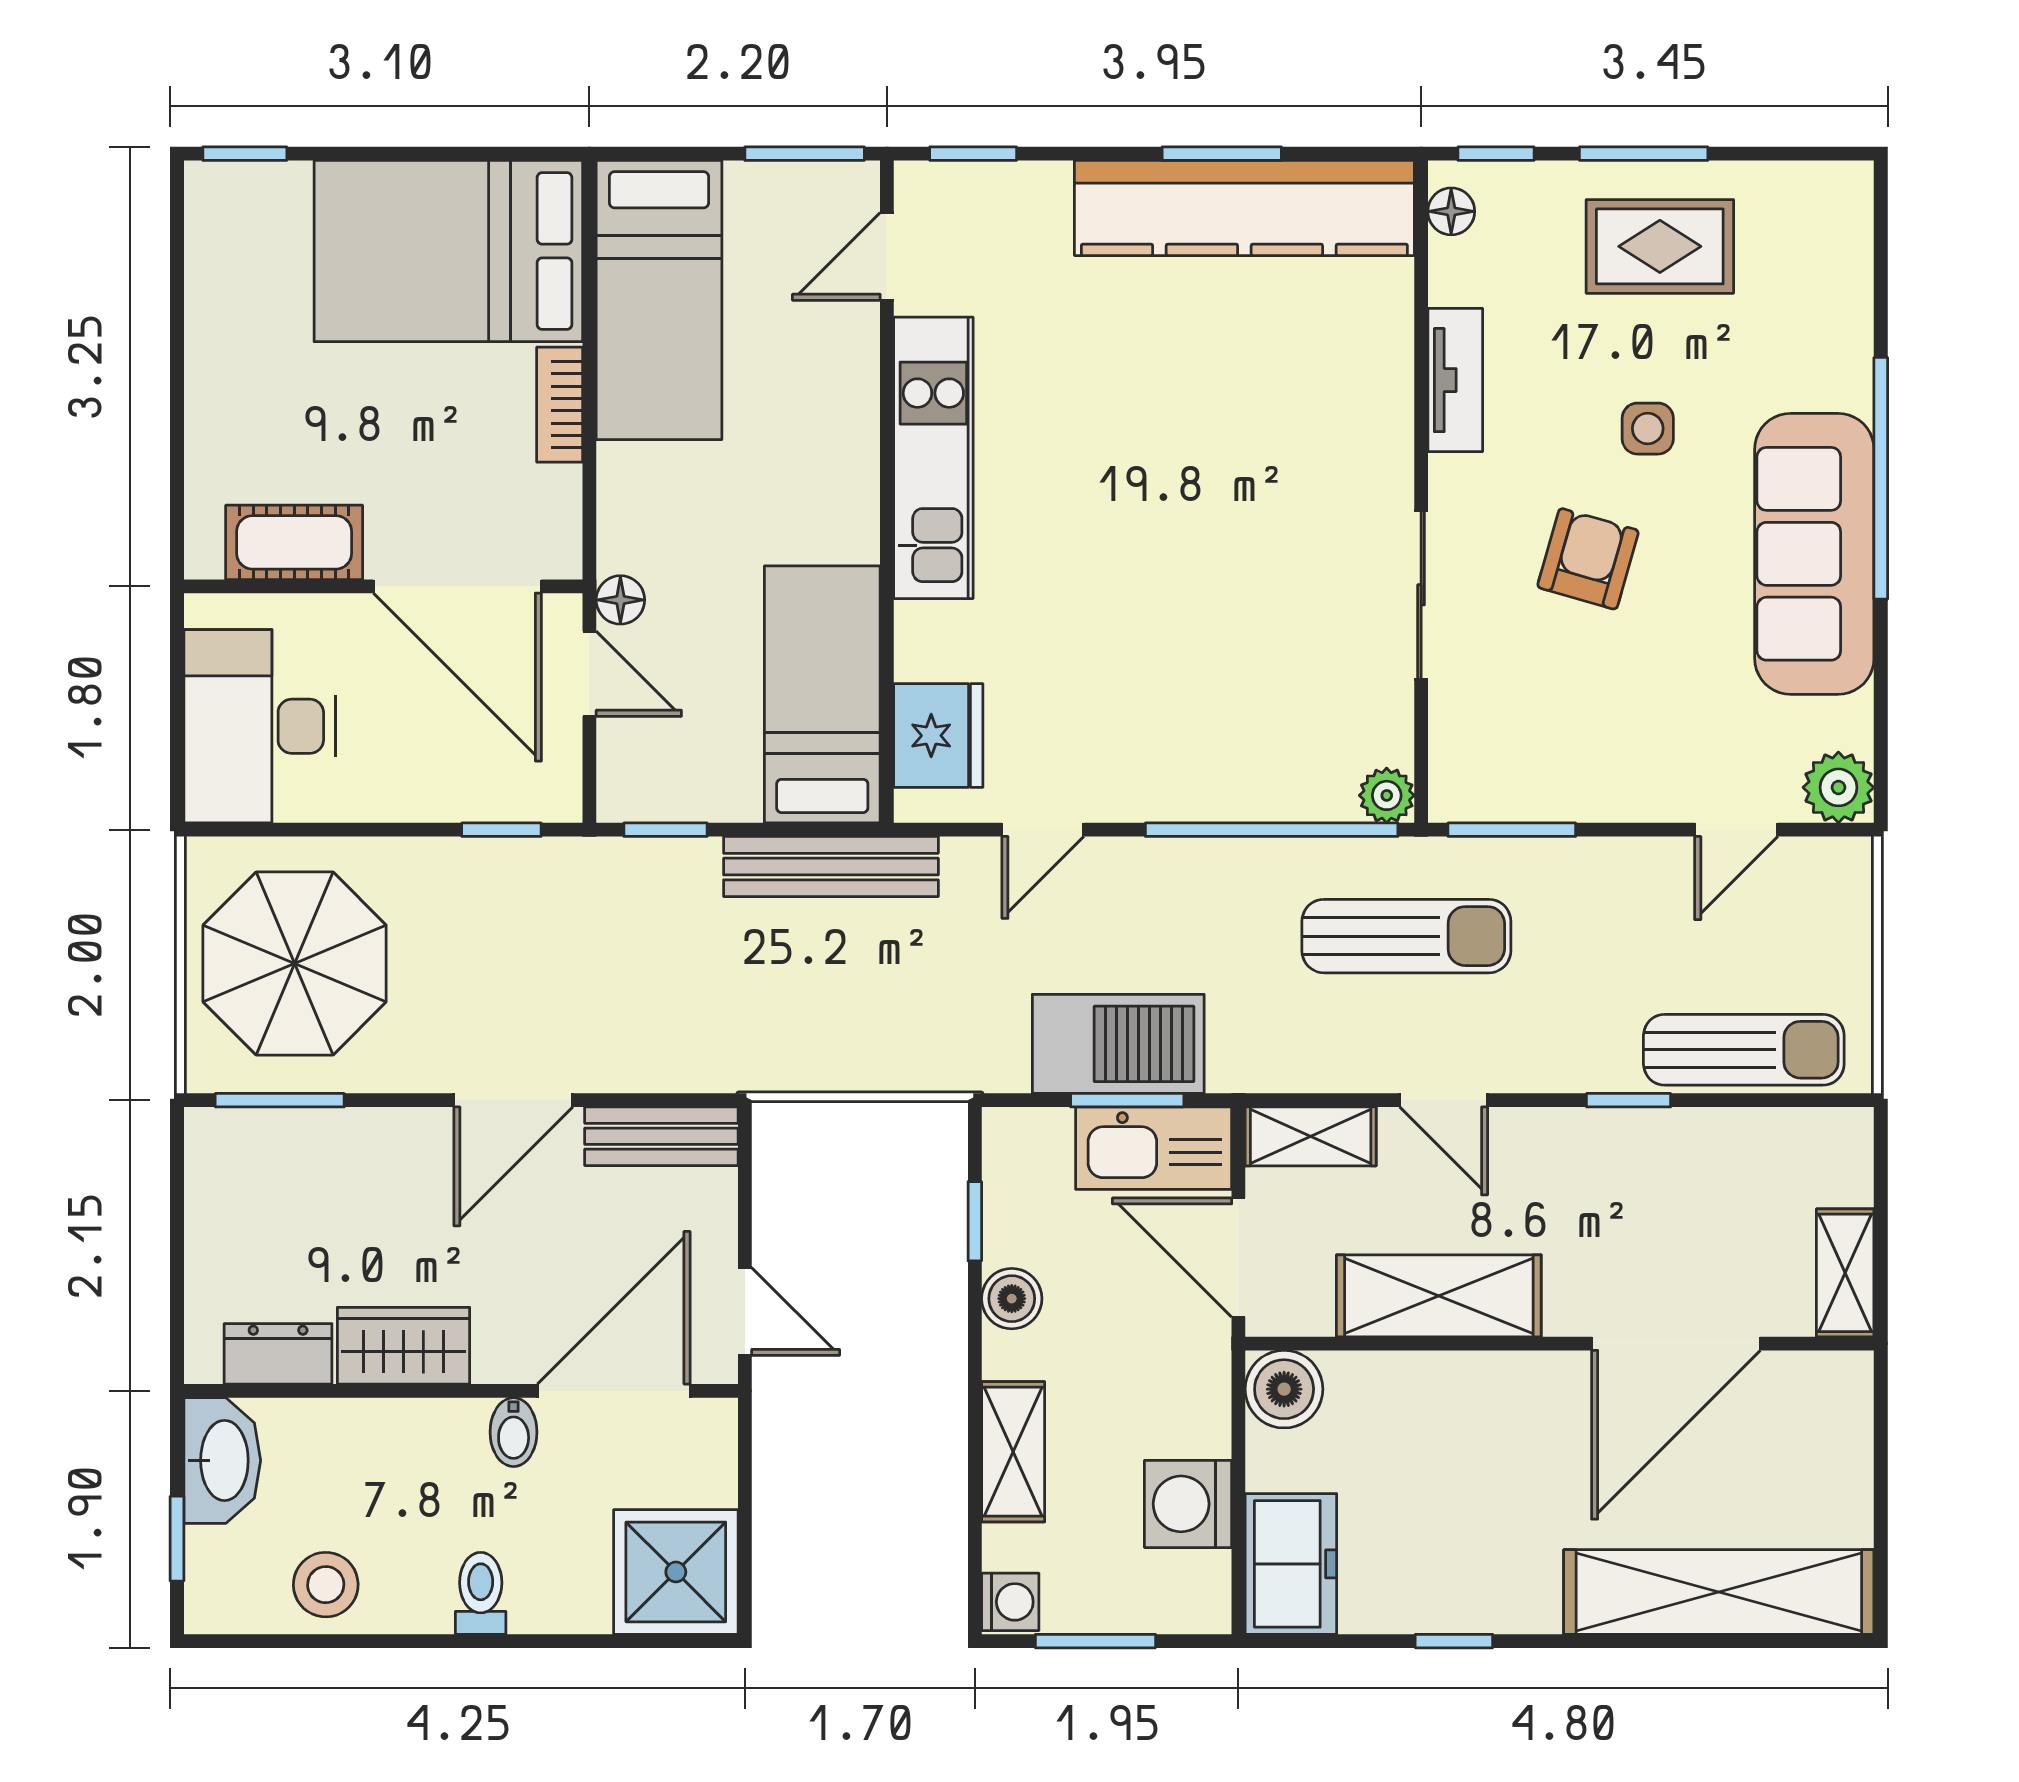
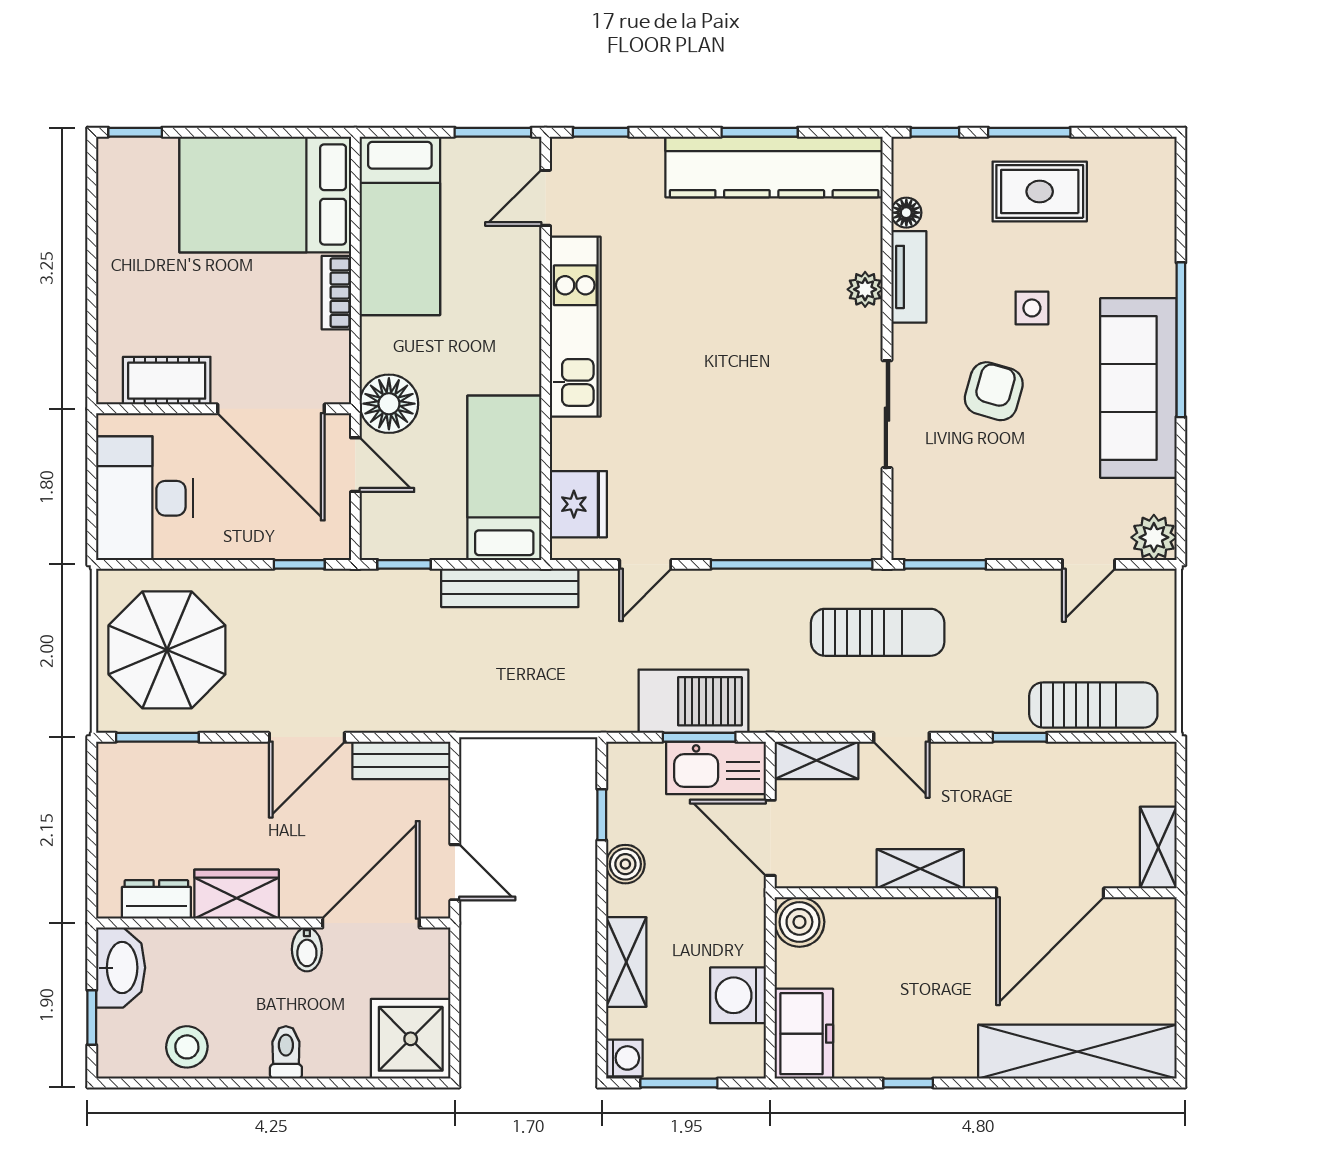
floor lamp: (1451, 211) -> (906, 213), moved
floor lamp: (620, 600) -> (389, 404), width x1.89, depth x1.89
plant: (1387, 795) -> (865, 289), moved
shelving: (1439, 1296) -> (920, 869), width x0.67, depth x0.75

